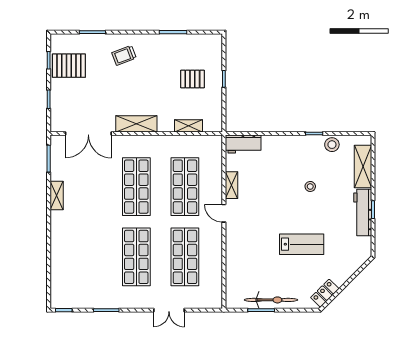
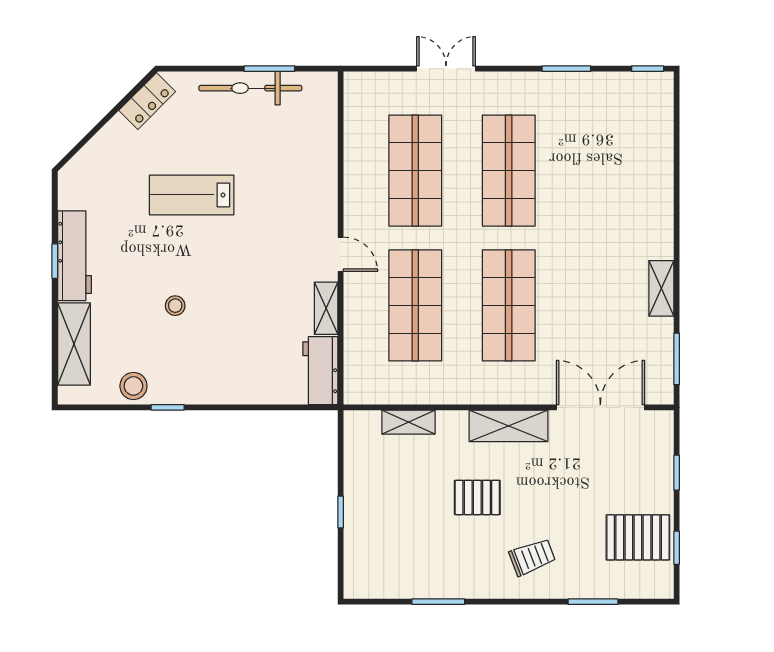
pallet: (192, 79) -> (477, 497), moved
workbench: (243, 144) -> (320, 371), moved, turned -90

